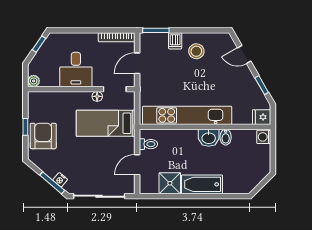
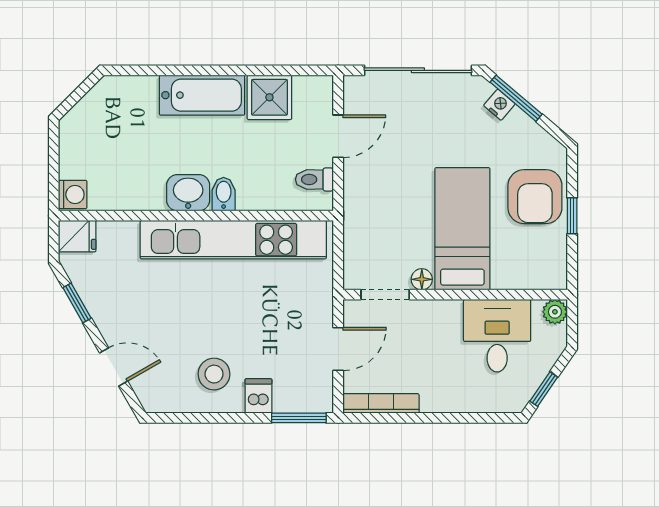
desk: (76, 70) -> (497, 336), moved
bed: (106, 123) -> (462, 229), moved, turned -90
bidet: (226, 137) -> (224, 194), moved

